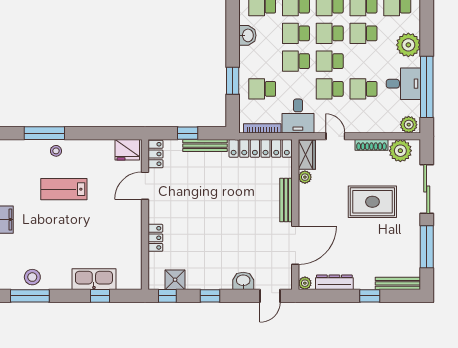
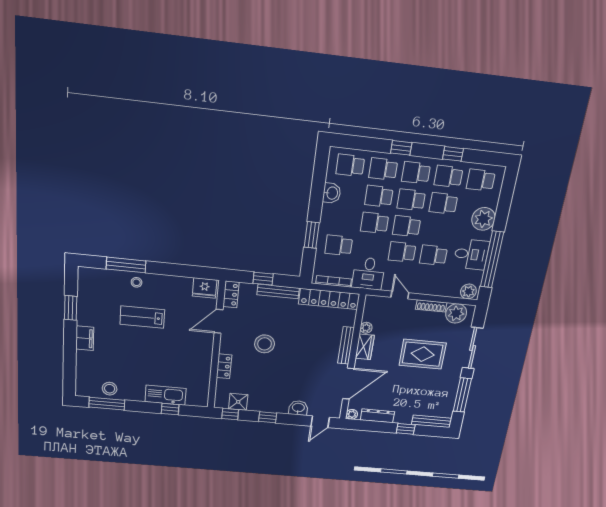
wardrobe: (307, 155) -> (365, 347), moved
stool: (197, 207) -> (265, 344), added

